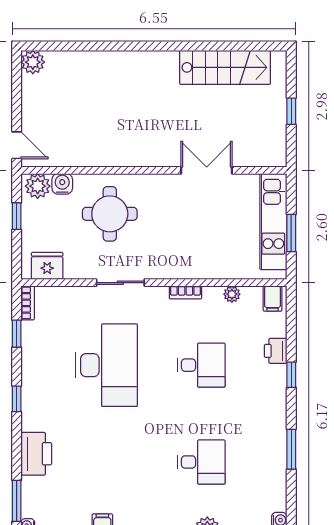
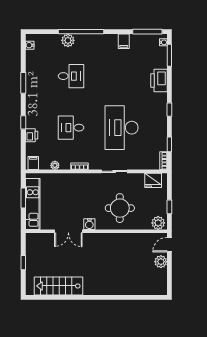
plant: (33, 62) -> (161, 262), moved
door: (17, 145) -> (169, 245), hinge flipped
water cooler: (62, 184) -> (89, 224), moved
desk: (201, 462) -> (71, 76), turned 180

